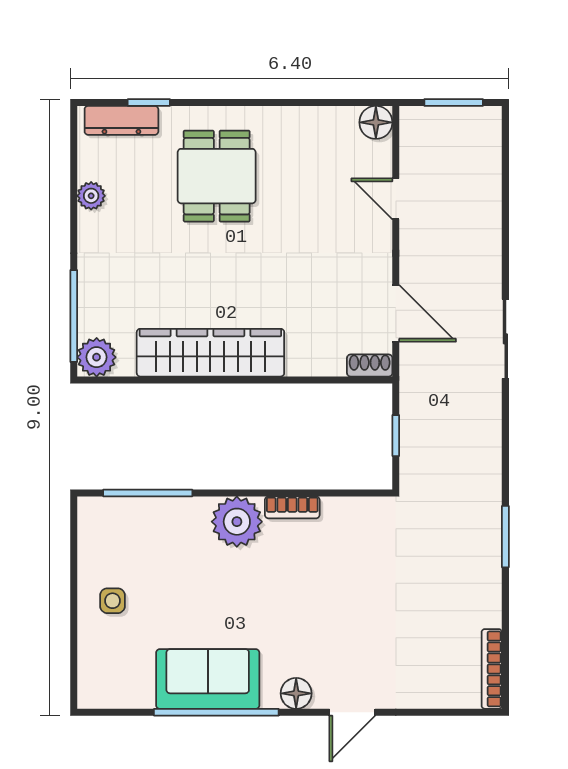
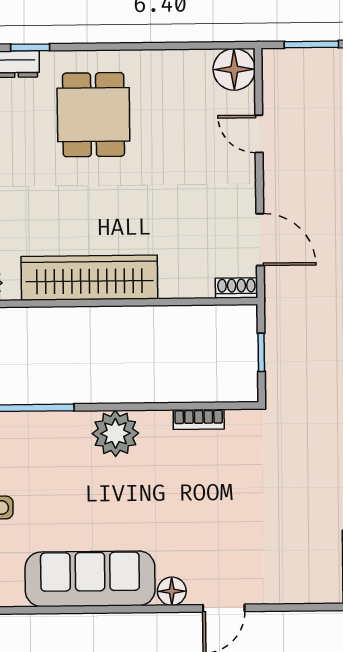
floor lamp: (376, 122) -> (234, 69), width x1.38, depth x1.38
bookcase: (292, 507) -> (199, 419), moved
sofa: (208, 679) -> (90, 579), width x1.36
window: (216, 712) -> (98, 609), removed

